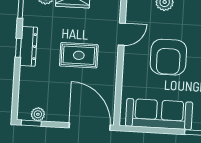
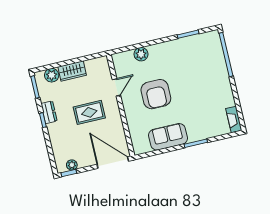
dresser: (29, 46) -> (49, 112), width x0.70
sofa: (159, 114) -> (168, 137), width x0.73

